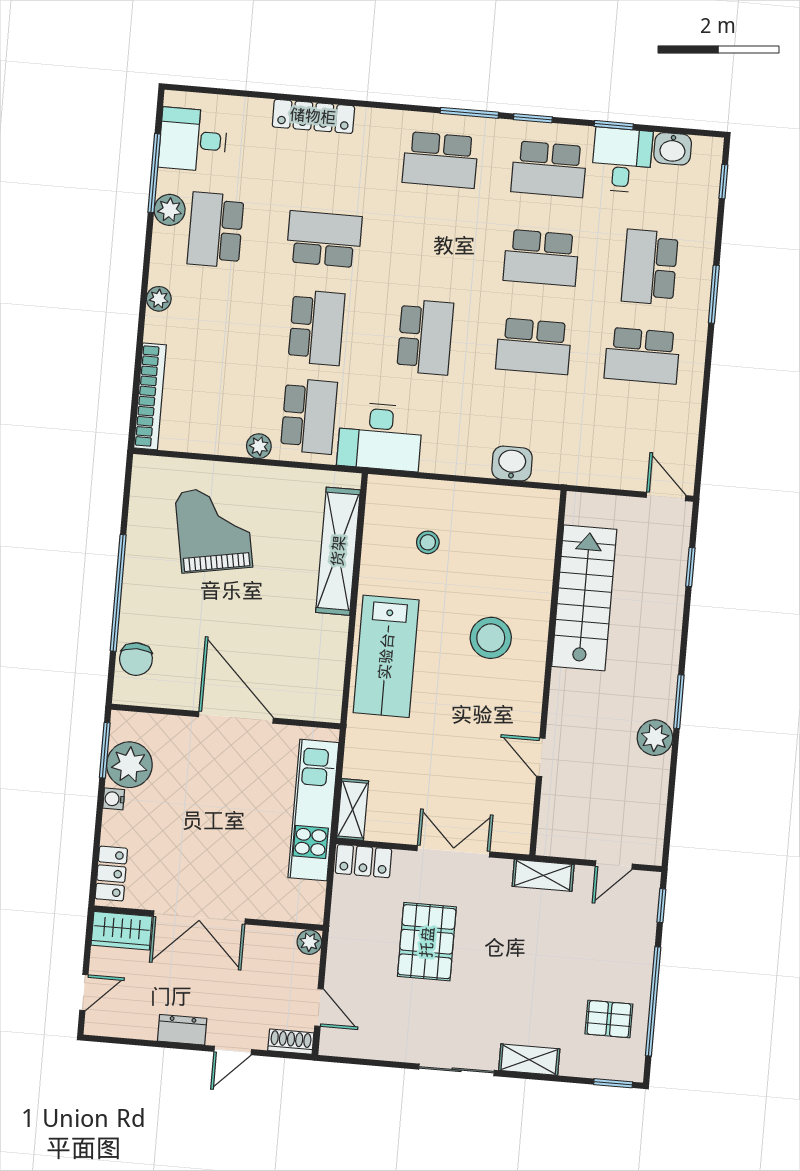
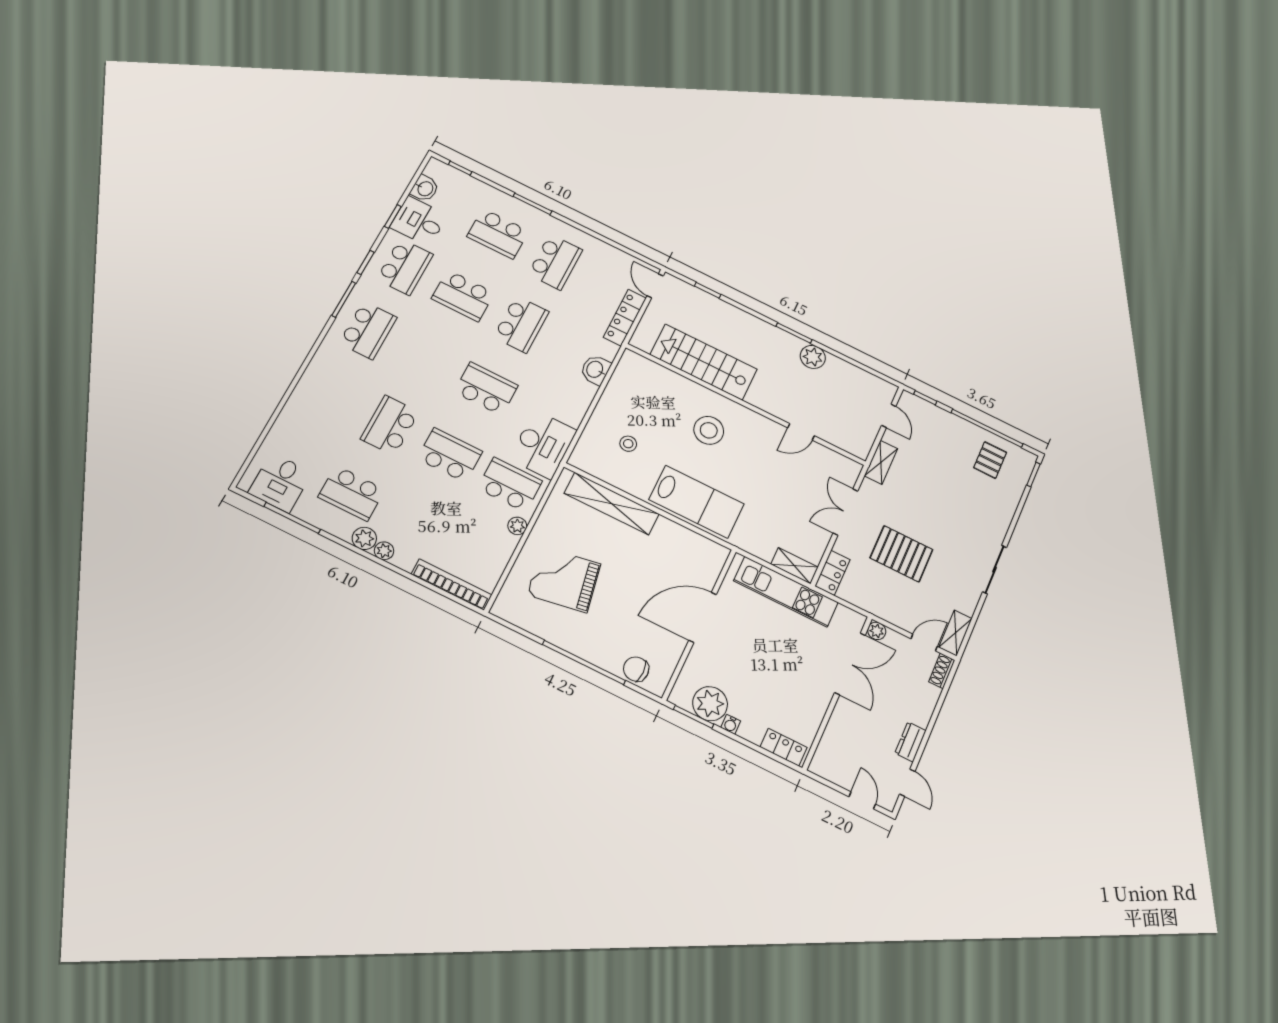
locker: (313, 116) -> (625, 318), moved, turned 180
plant: (170, 210) -> (364, 538), moved
school desk: (541, 258) -> (463, 296), turned 90
door: (666, 496) -> (655, 286), hinge flipped
chair: (136, 659) -> (636, 669), turned 180
double door: (199, 917) -> (850, 664), moved
wardrobe: (122, 931) -> (827, 756), removed
door: (233, 1051) -> (907, 783), moved
shelving: (529, 1060) -> (955, 633), moved

